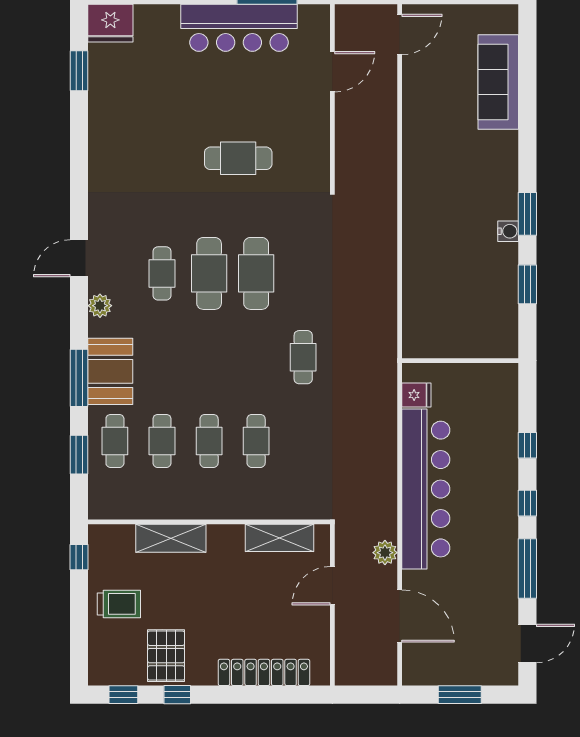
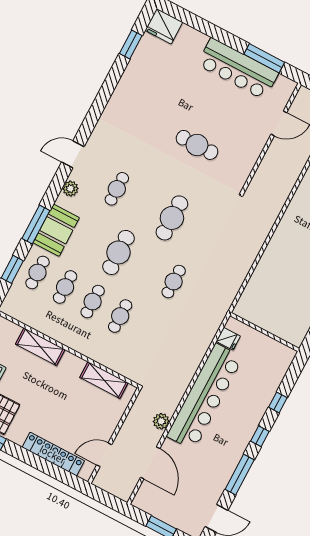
cafe table: (209, 273) -> (118, 252), moved
door: (332, 586) -> (104, 455), moved

